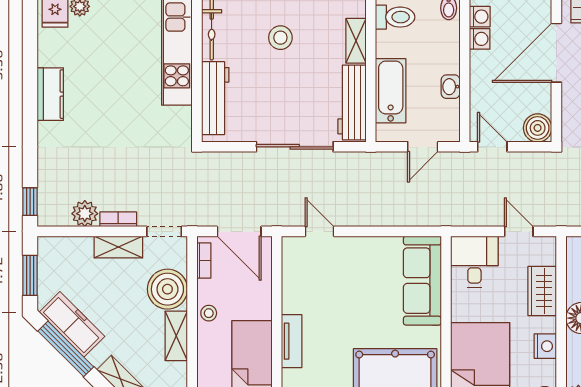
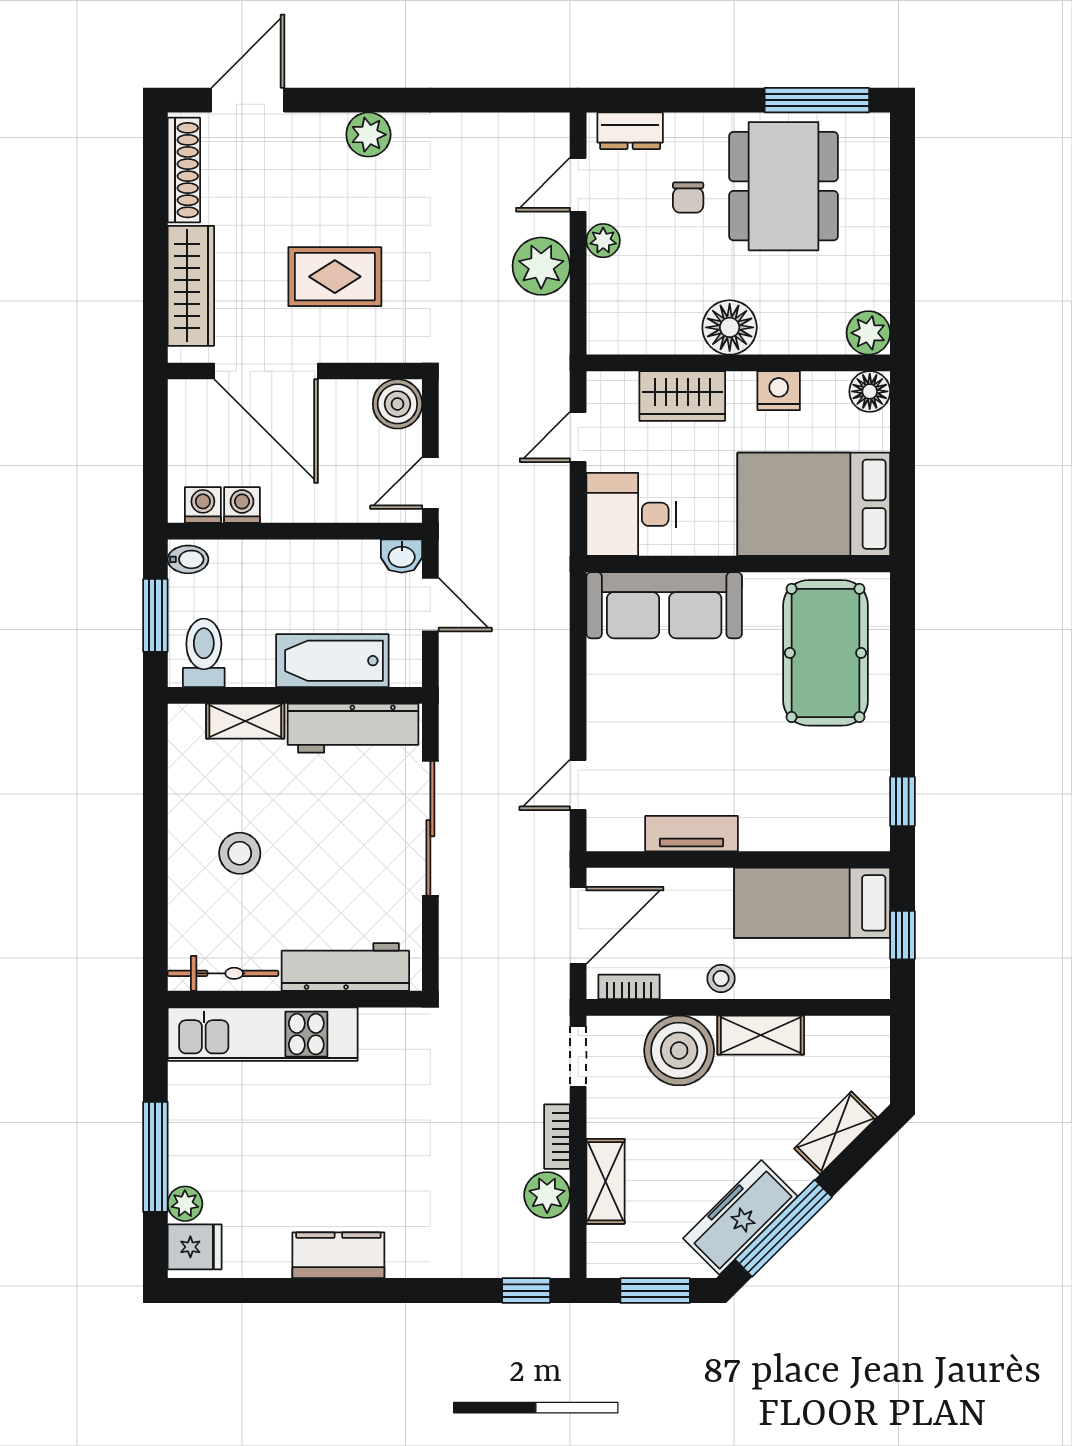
washbasin: (451, 87) -> (402, 556), moved
shelving: (118, 247) -> (605, 1181), moved
tv unit: (292, 341) -> (692, 834), moved

